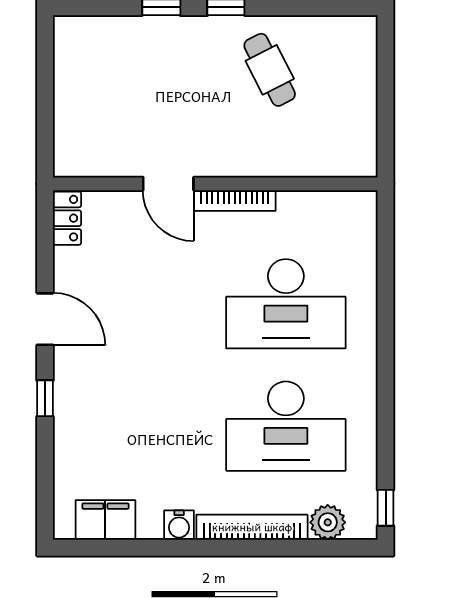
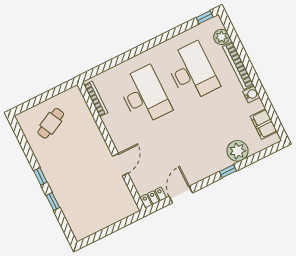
cafe table: (270, 70) -> (51, 123), moved
bookcase: (235, 200) -> (96, 99), moved
door: (45, 319) -> (181, 195), moved
plant: (77, 439) -> (238, 151), added

